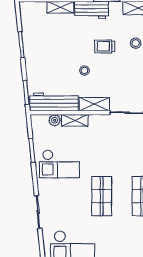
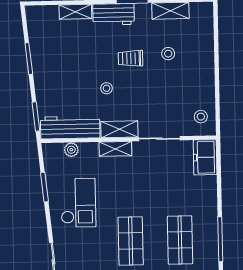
shelving: (75, 120) -> (115, 149), moved
checkout: (59, 164) -> (78, 203), turned -90

